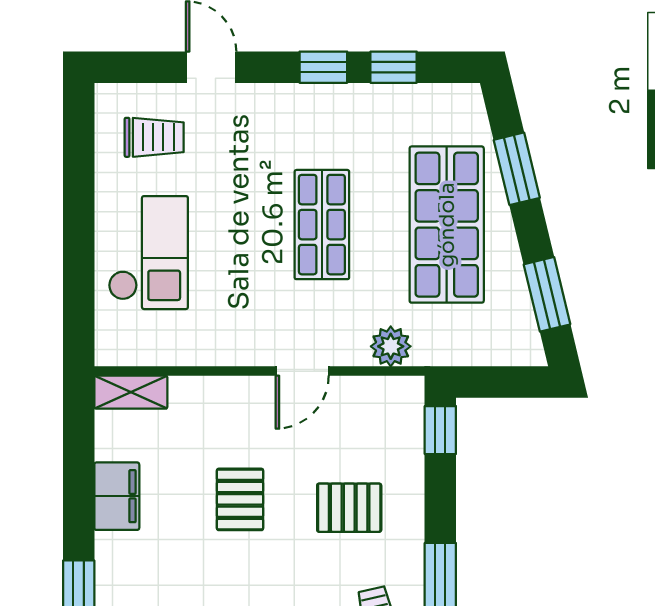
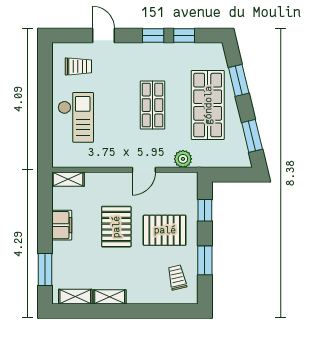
window: (440, 430) -> (205, 210), moved
pallet: (240, 499) -> (116, 227), width x1.50, depth x1.42
pallet: (349, 508) -> (165, 230), width x1.50, depth x1.42

